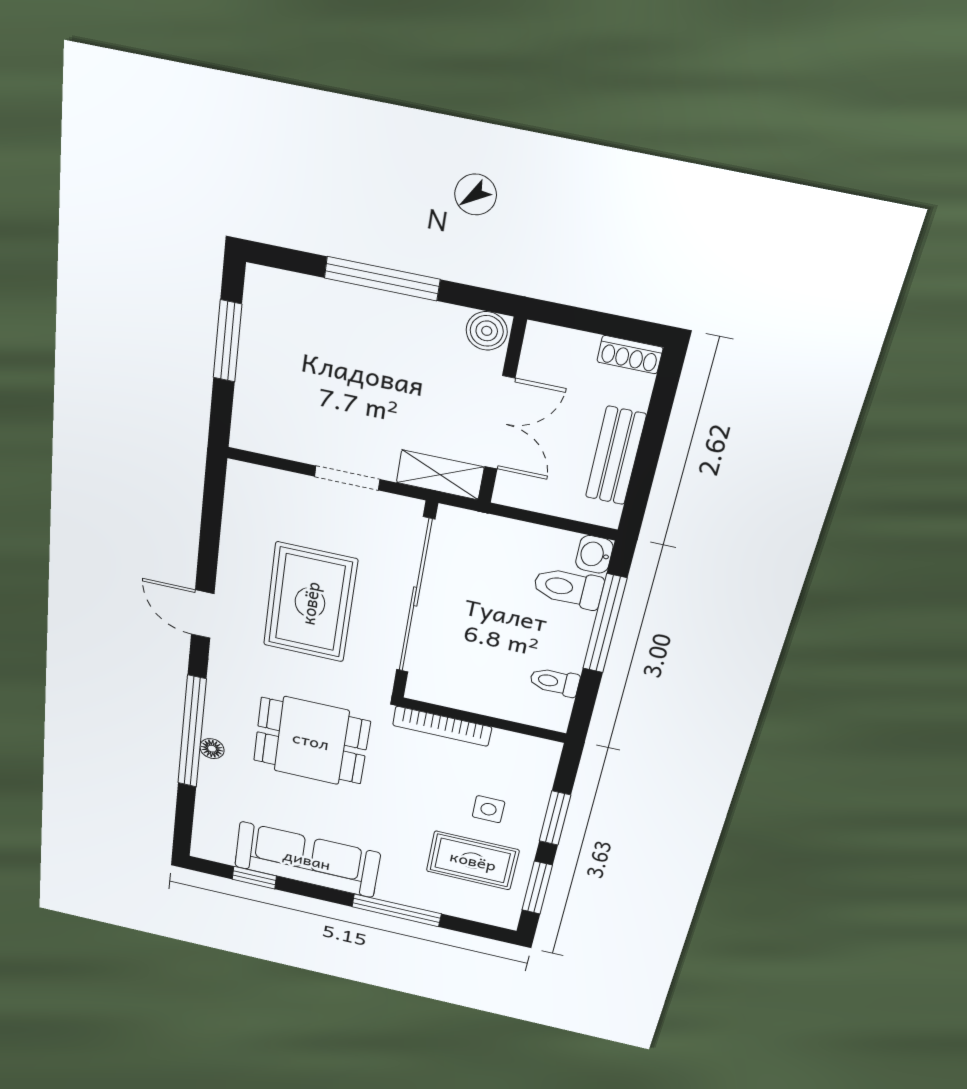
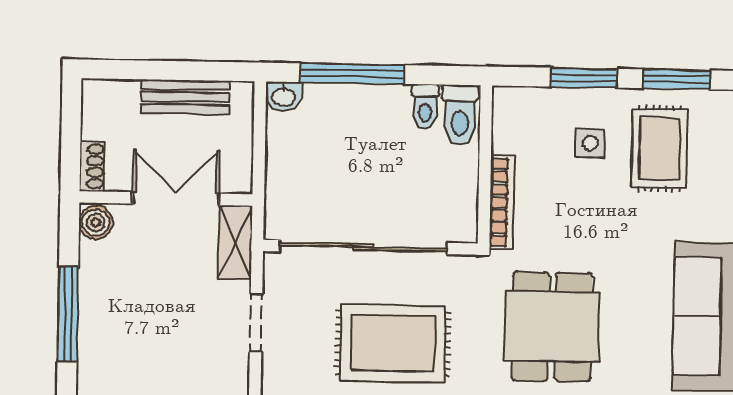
shoe rack: (630, 355) -> (92, 166), moved
toilet: (568, 588) -> (460, 115), moved

